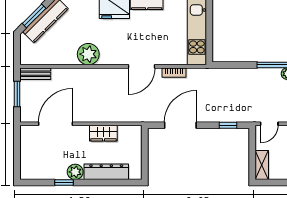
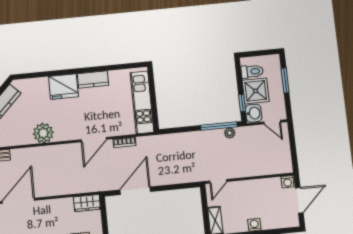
window: (228, 125) -> (180, 186), removed
wardrobe: (103, 133) -> (87, 203), moved

